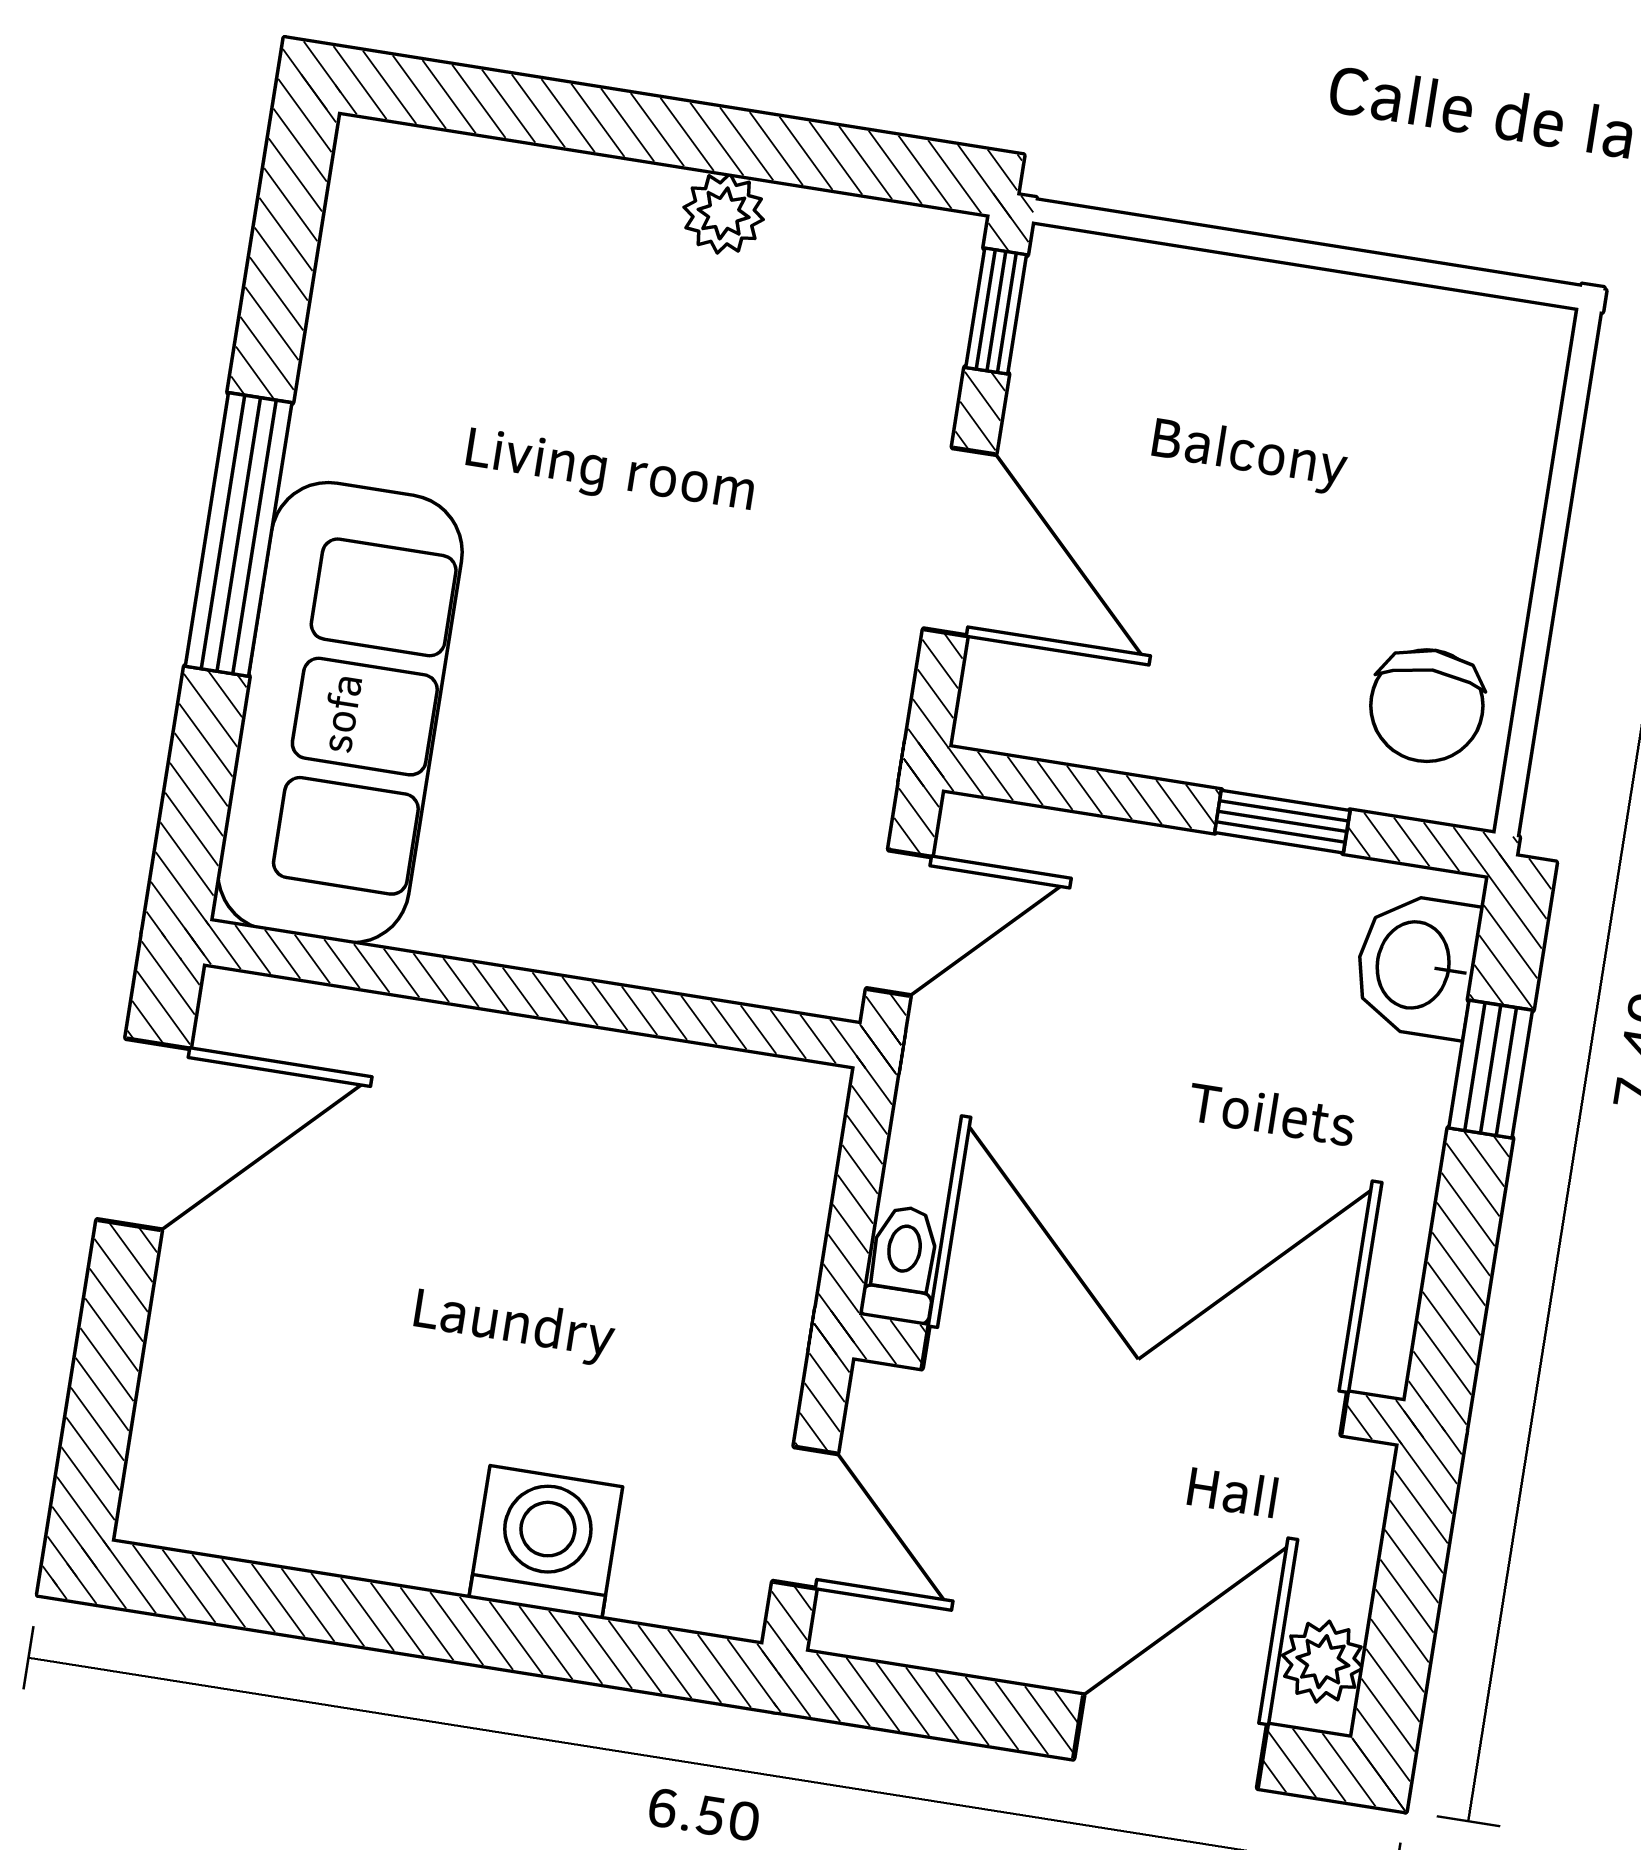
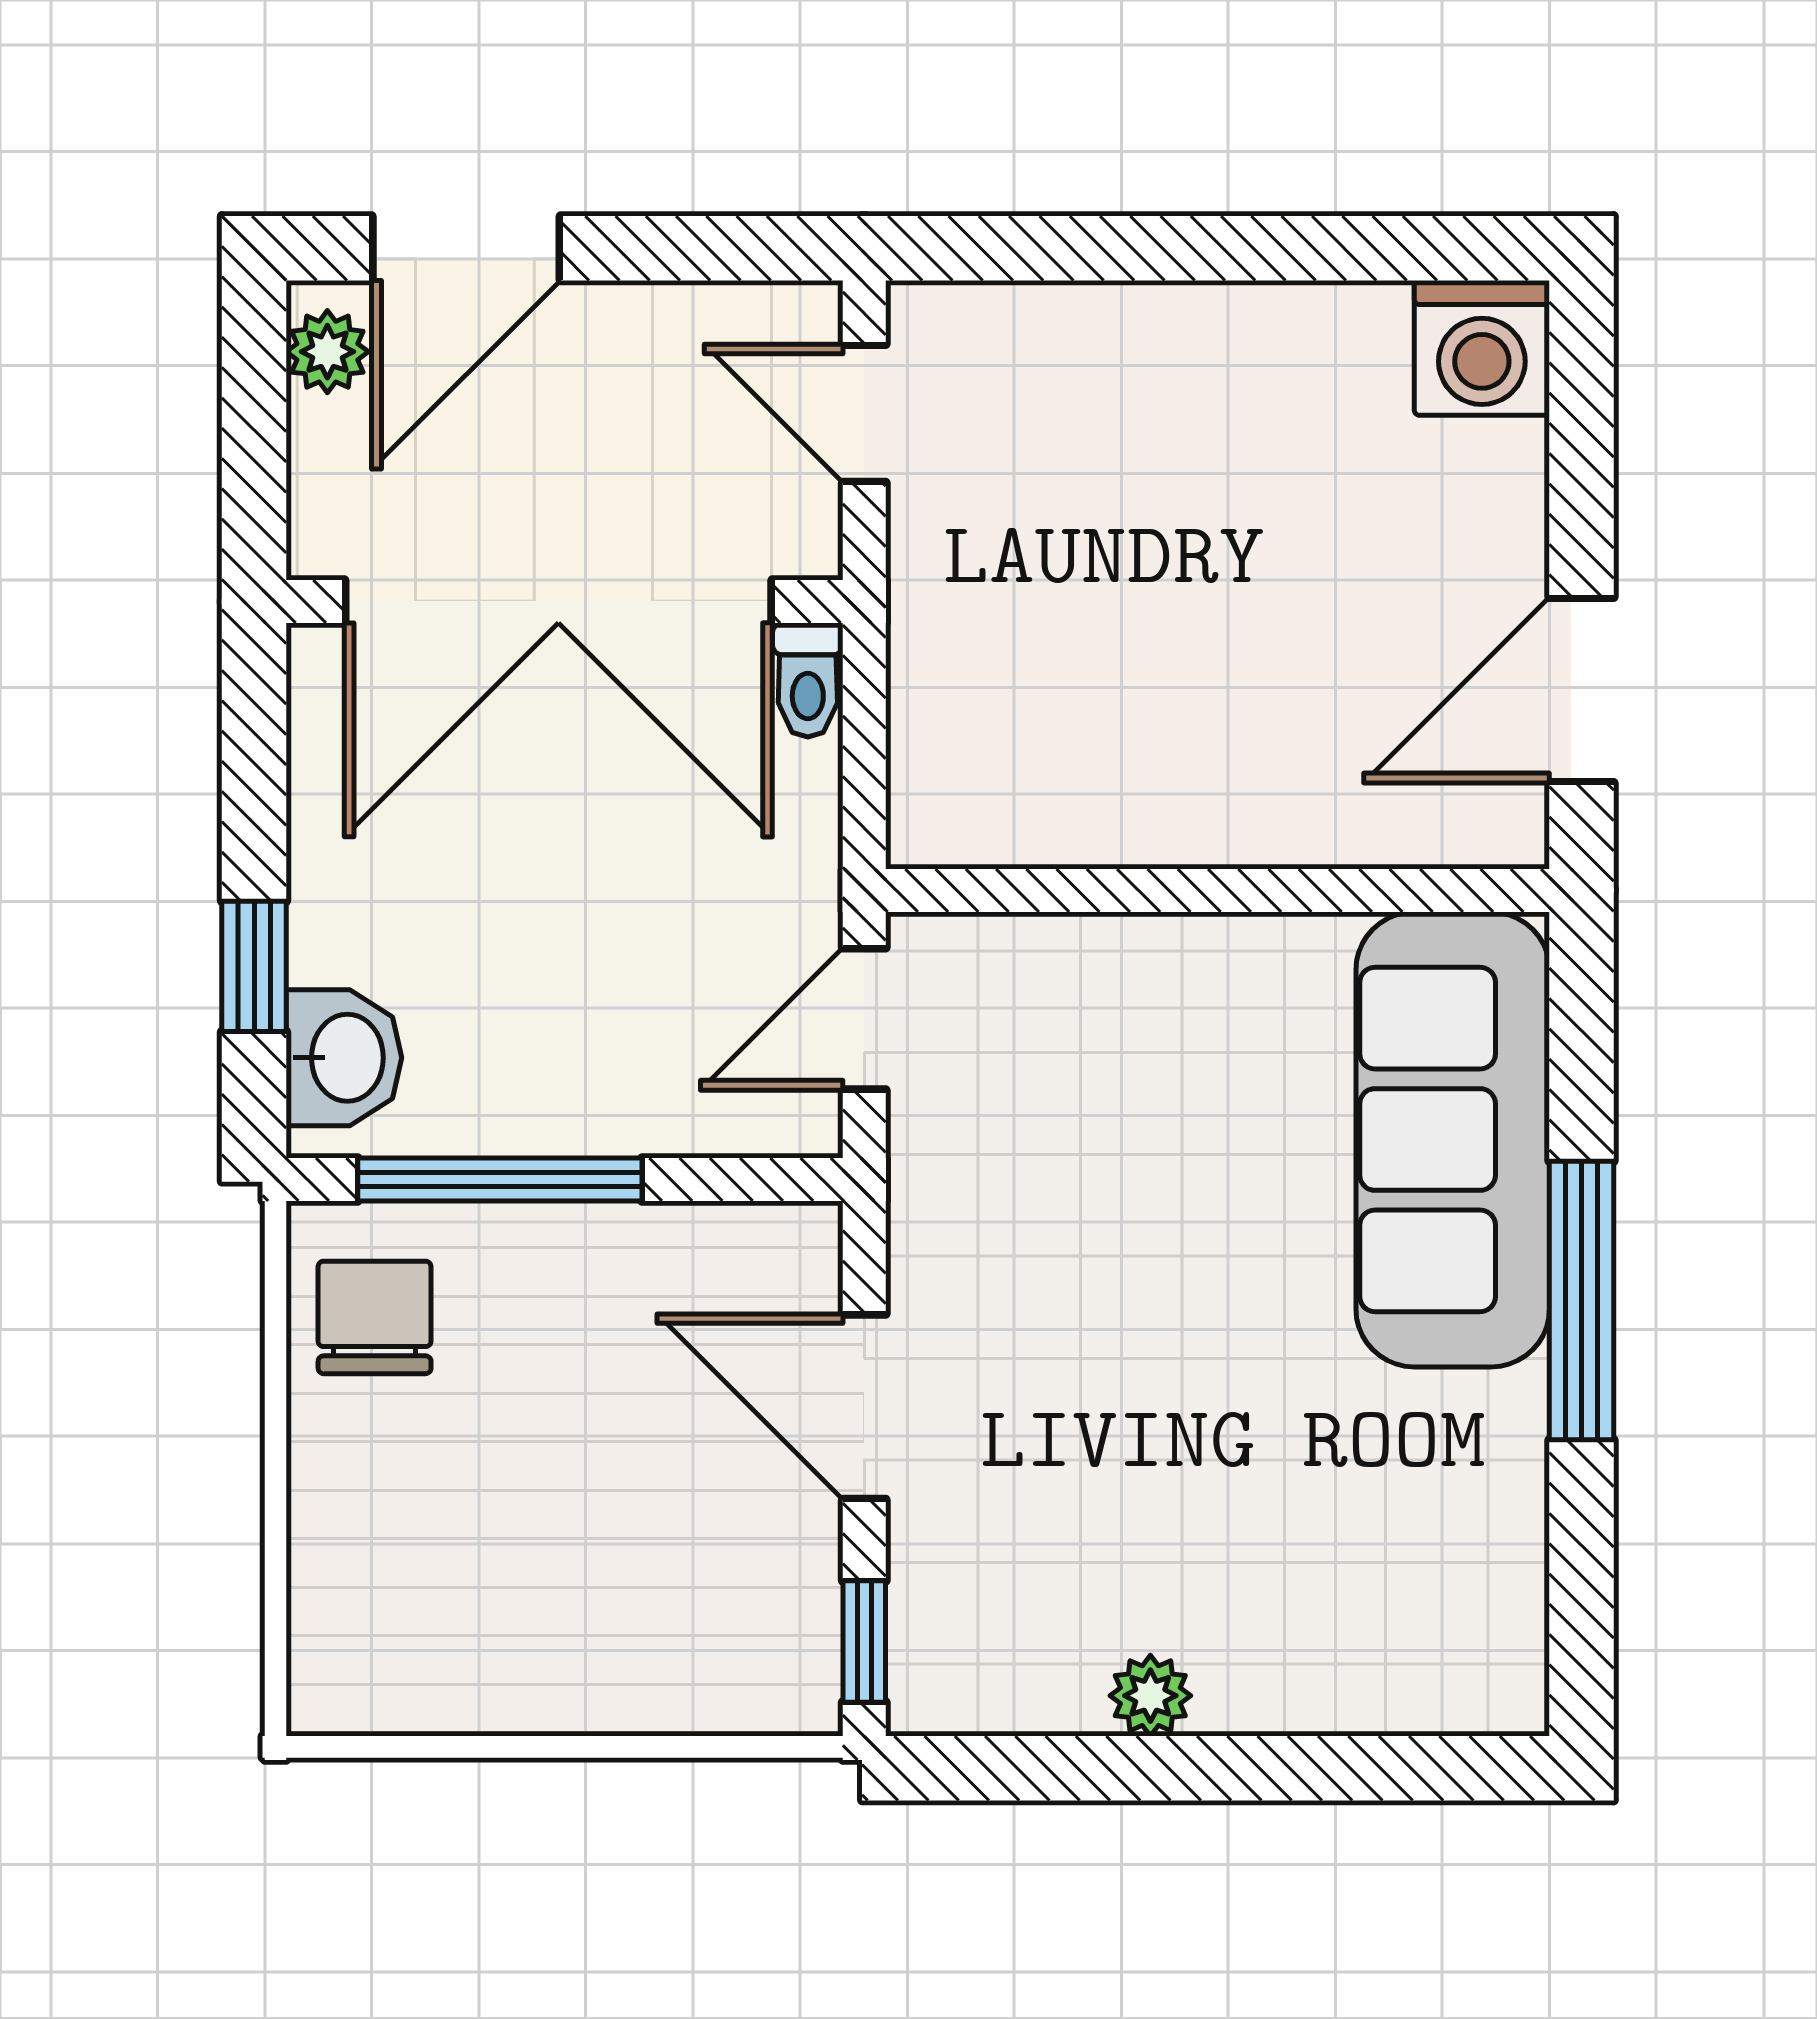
window: (1282, 822) -> (500, 1180), width x2.17
washing machine: (546, 1542) -> (1482, 348), moved

